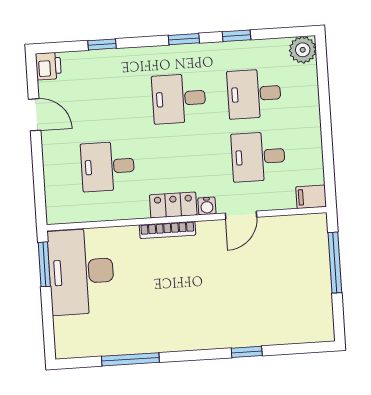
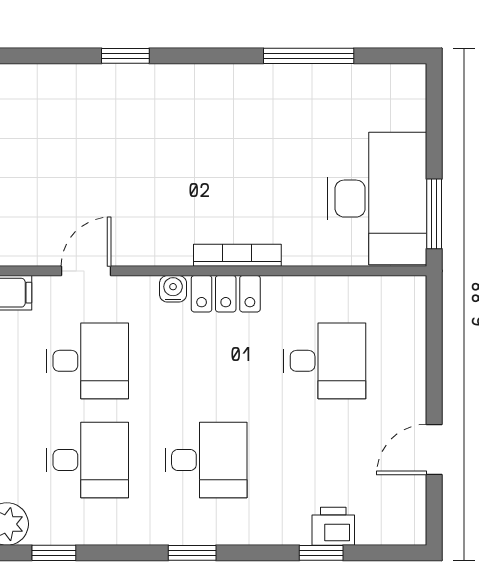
window: (237, 36) -> (54, 553), moved
printer: (48, 66) -> (333, 526), moved, turned 90
door: (35, 115) -> (434, 449), hinge flipped
door: (241, 215) -> (86, 271), moved

